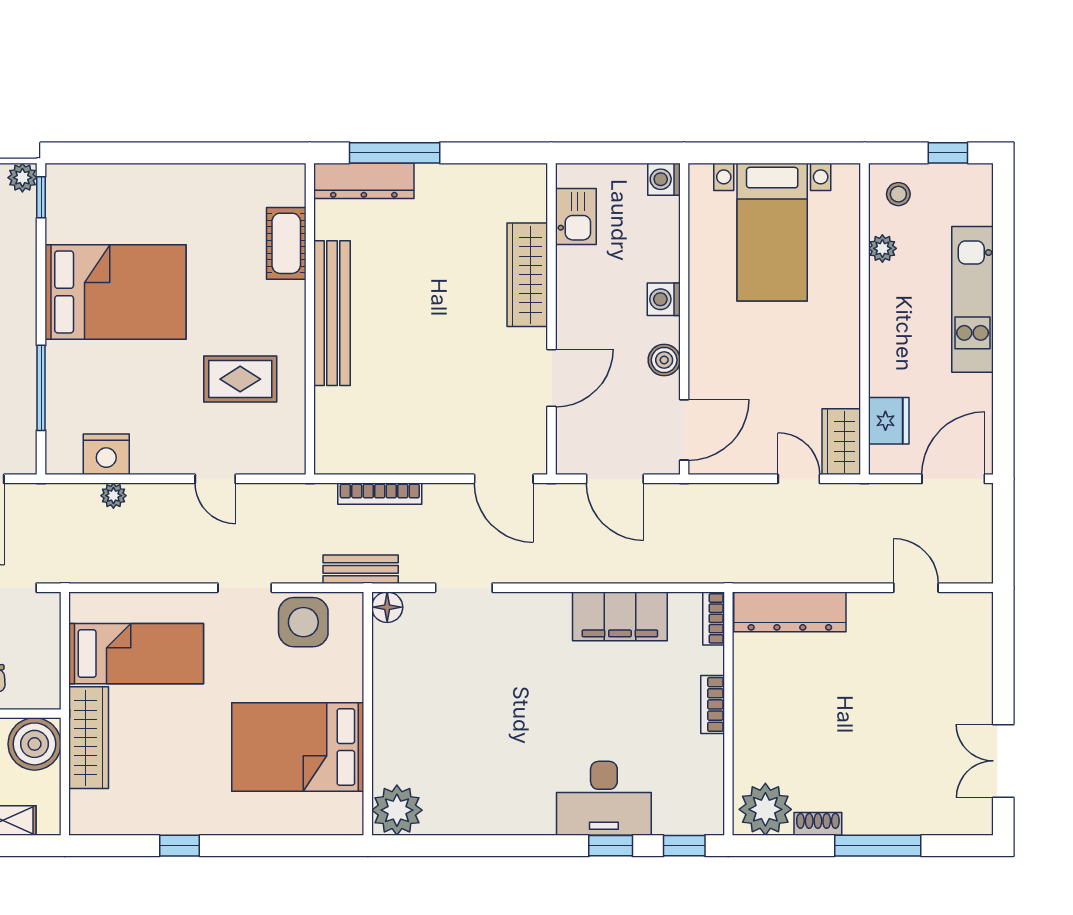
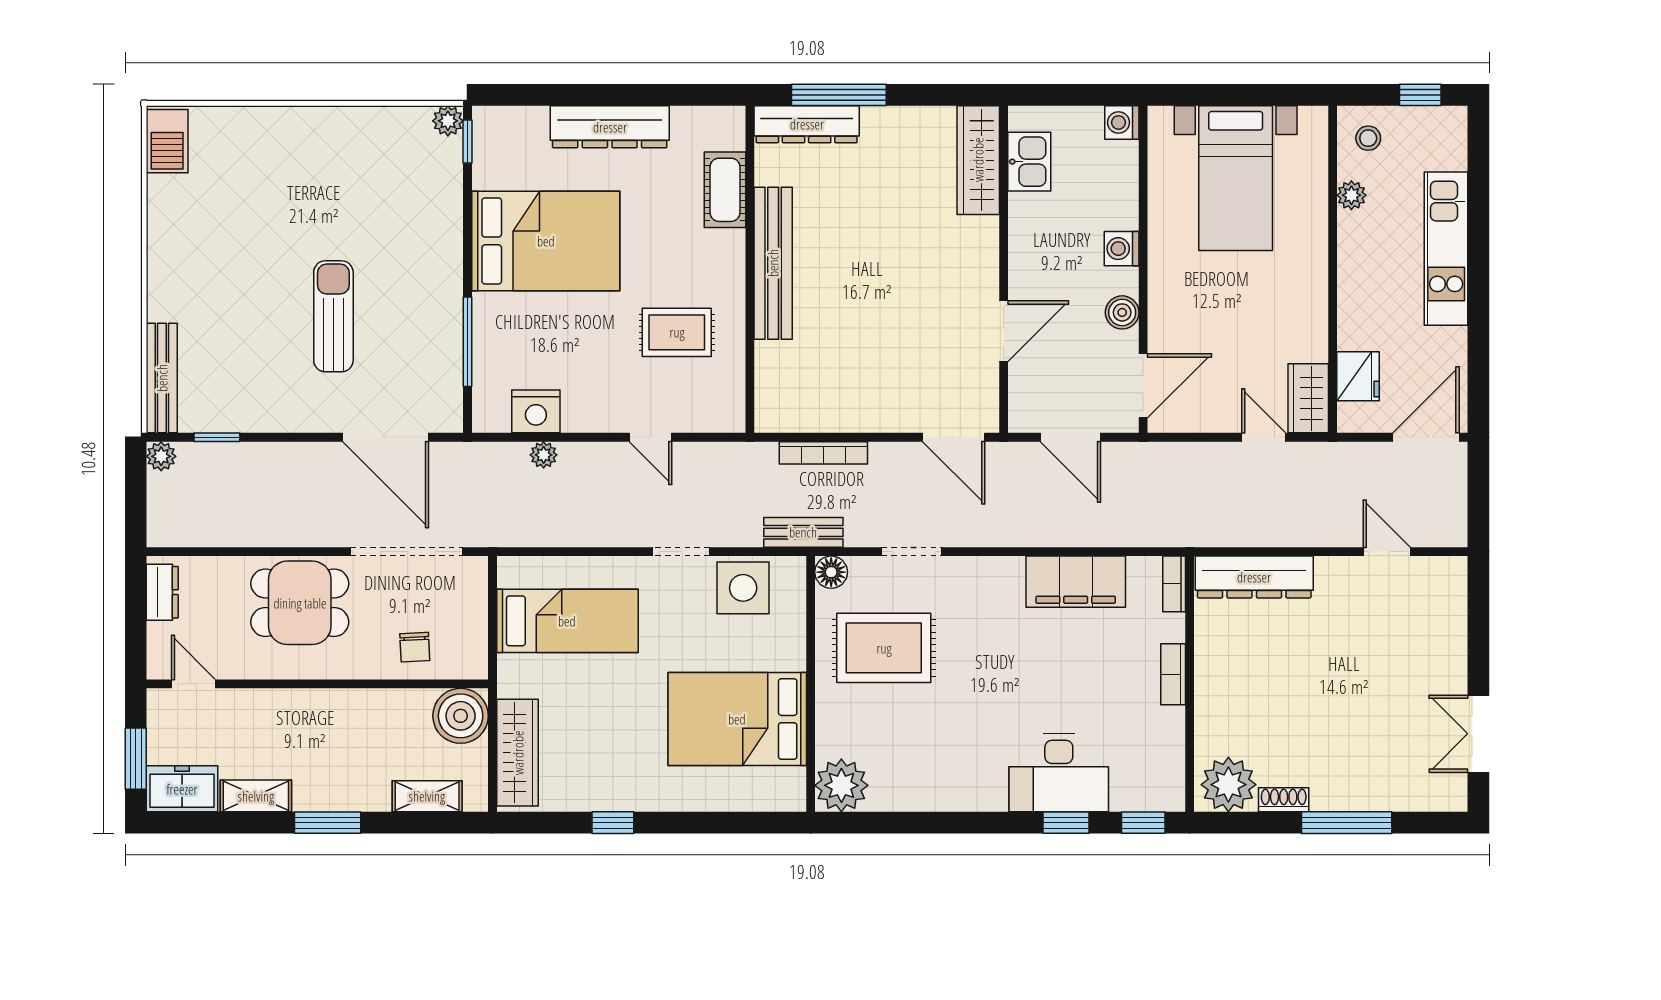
dresser: (176, 183) -> (610, 127), added
wardrobe: (527, 275) -> (978, 160), moved
rug: (437, 679) -> (884, 648), added
wardrobe: (89, 738) -> (518, 753), moved

